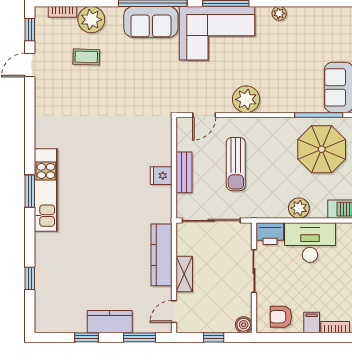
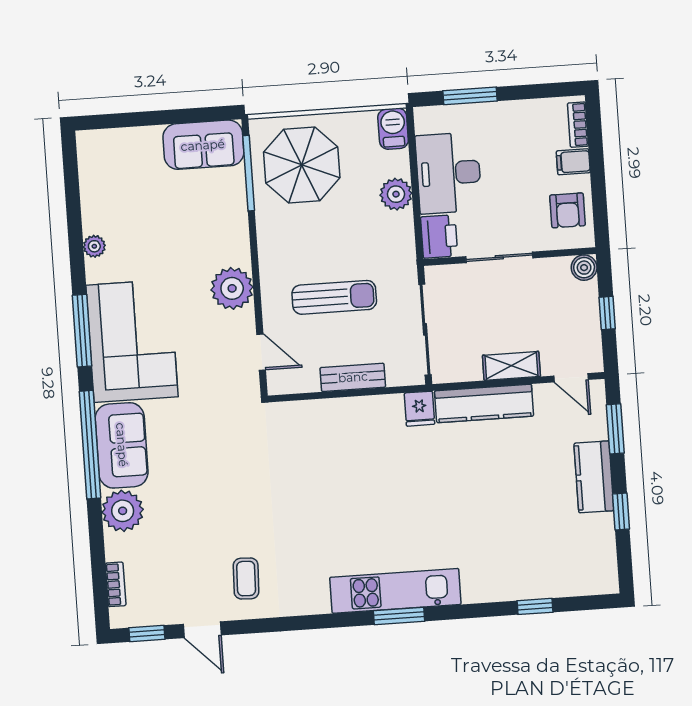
plant: (91, 20) -> (123, 511), moved
coffee table: (86, 57) -> (246, 579), moved
fridge: (161, 176) -> (419, 409), moved

